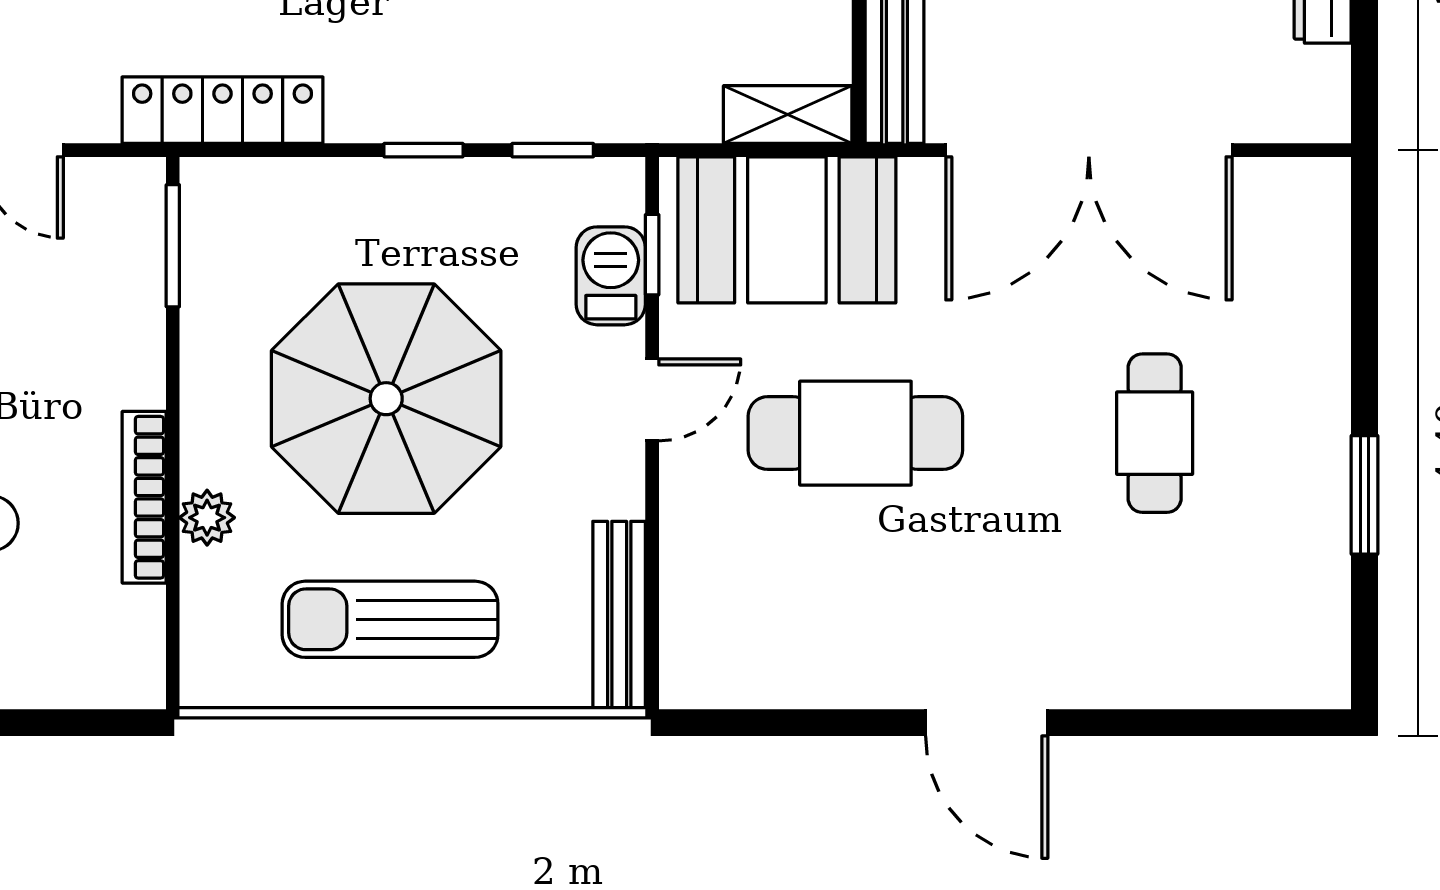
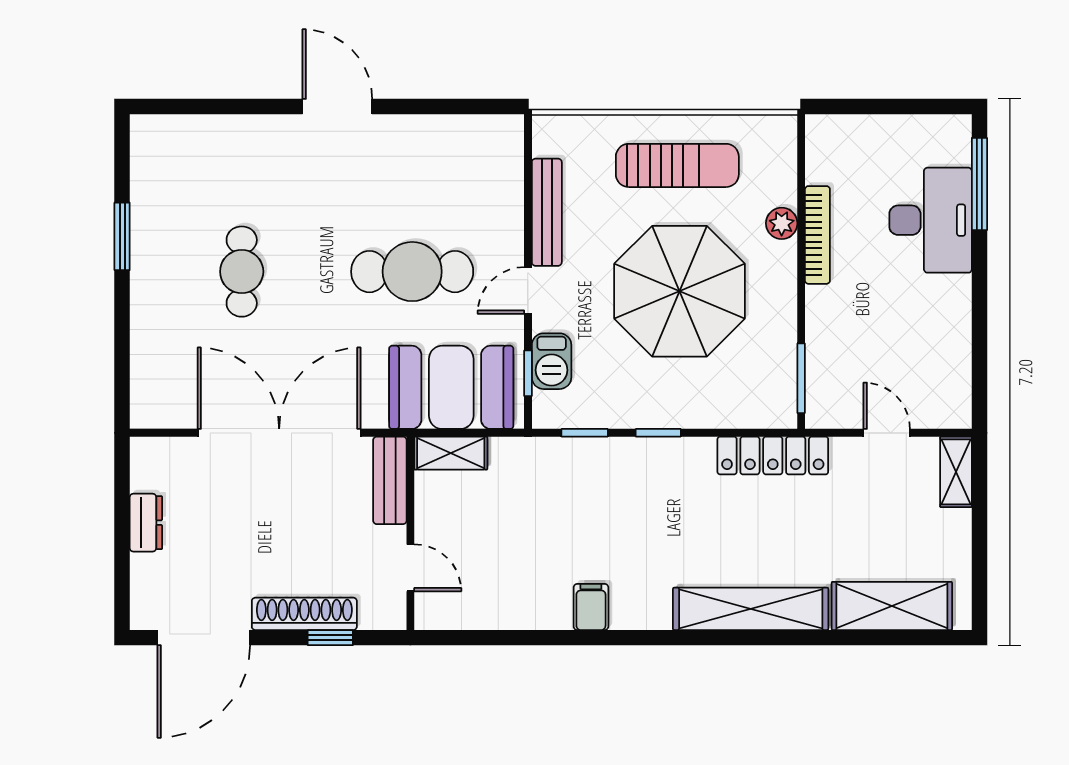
bench: (619, 615) -> (547, 212), moved

